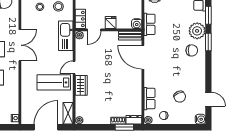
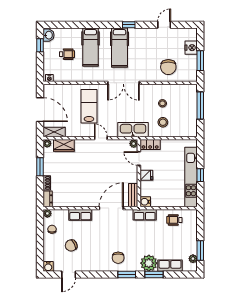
plant: (197, 31) -> (149, 263), moved
lab bench: (54, 82) -> (89, 106), moved
wardrobe: (81, 85) -> (64, 145), moved
row of seats: (150, 99) -> (80, 215), moved
window: (124, 127) -> (40, 167), moved

